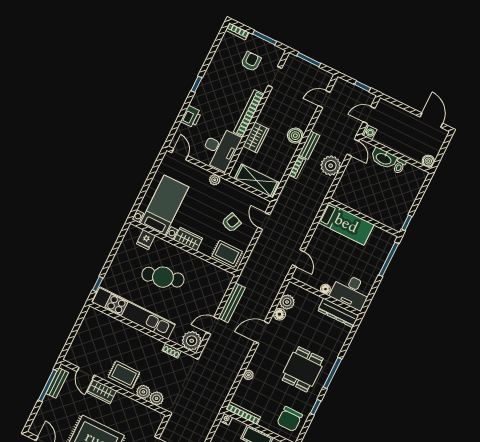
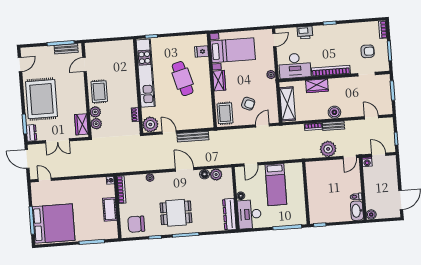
washbasin: (384, 158) -> (357, 211), moved
bed: (346, 224) -> (276, 185), moved
wardrobe: (102, 392) -> (81, 124), moved

